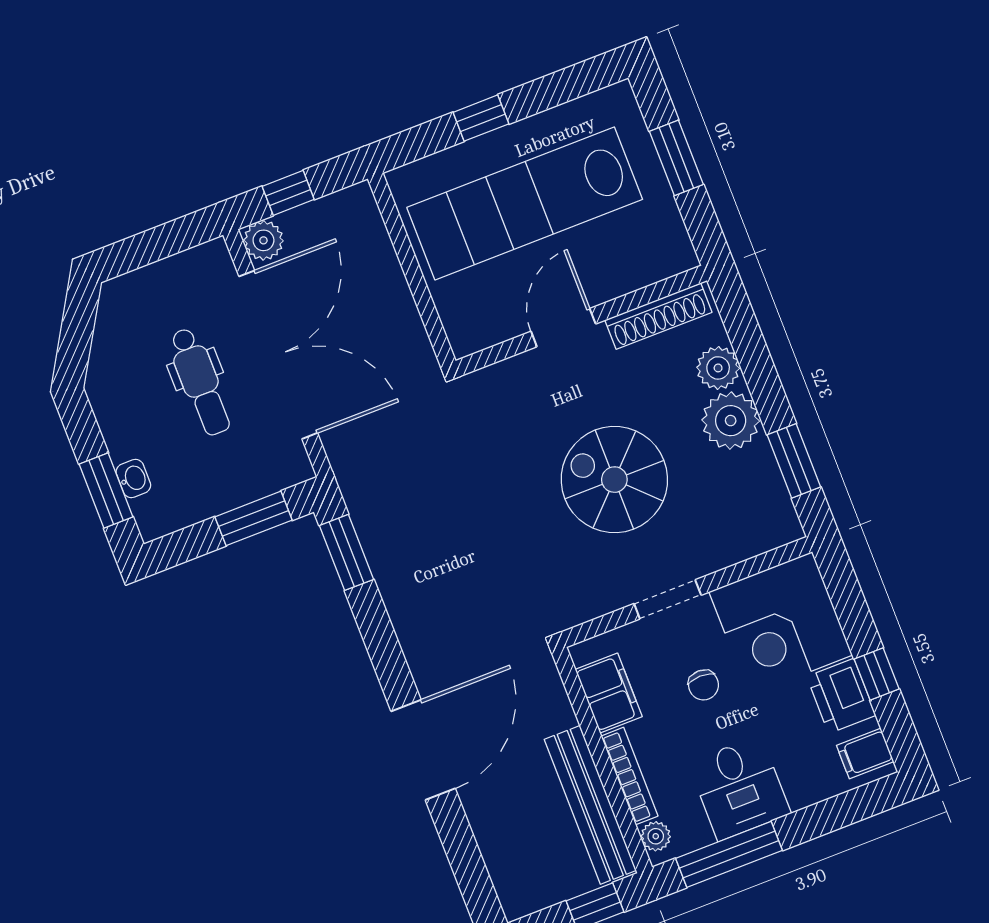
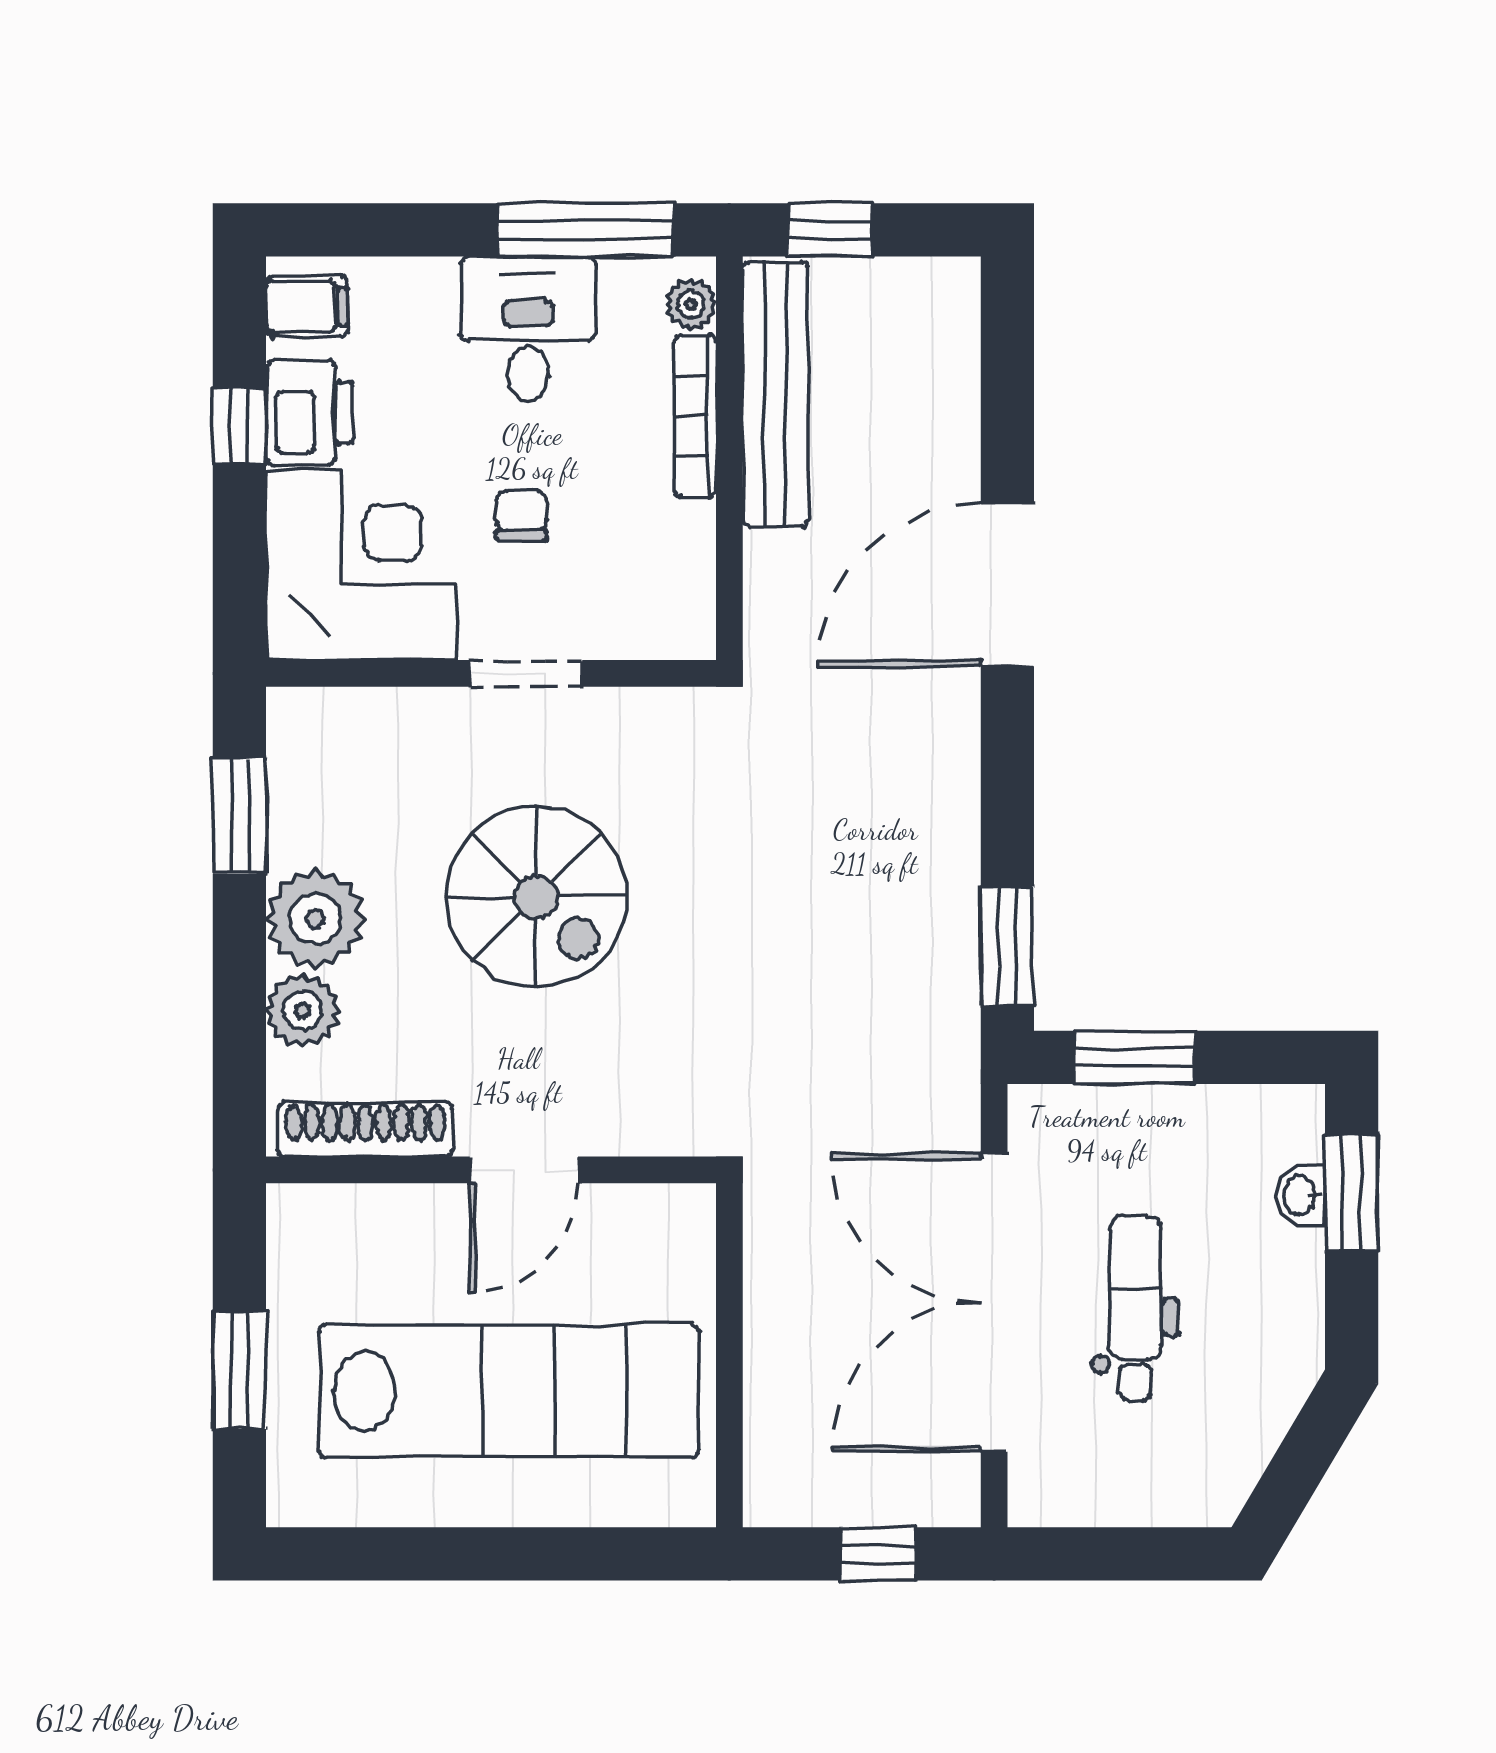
window: (481, 118) -> (526, 1554), removed
plant: (263, 240) -> (947, 1494), removed
filing cabinet: (609, 693) -> (677, 561), removed

